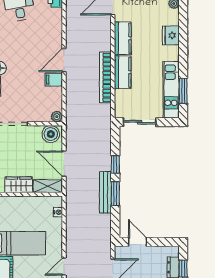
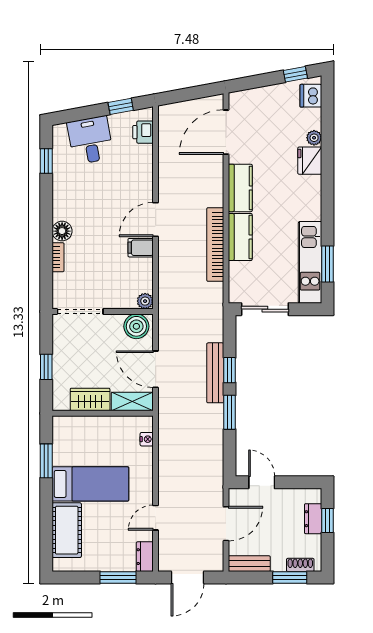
fridge: (171, 35) -> (310, 161), moved
bench: (105, 192) -> (215, 373), moved

